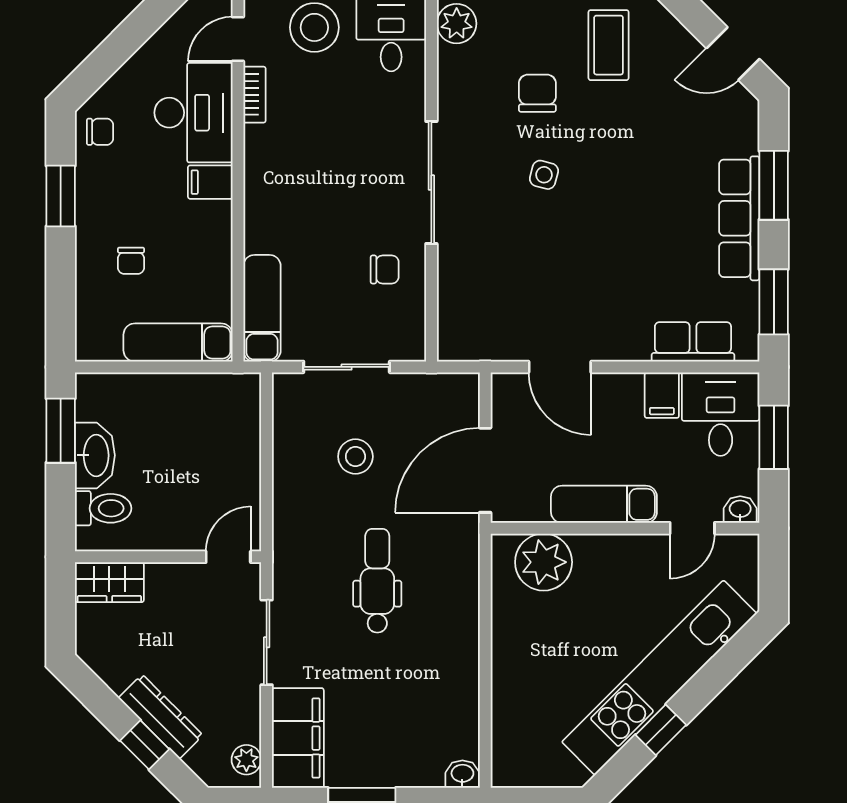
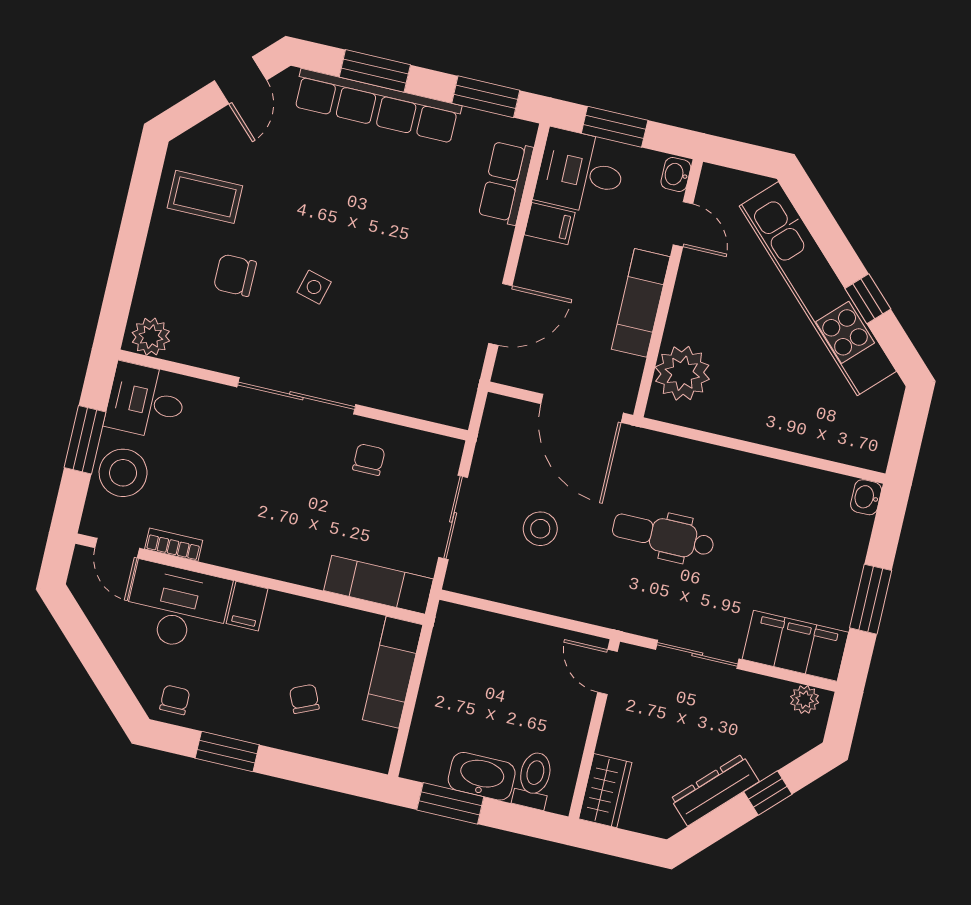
row of seats: (739, 218) -> (377, 106), width x1.36
chair: (131, 261) -> (304, 699), turned -114
dresser: (161, 717) -> (715, 790), moved

